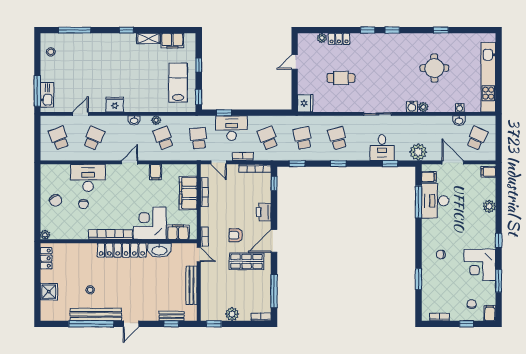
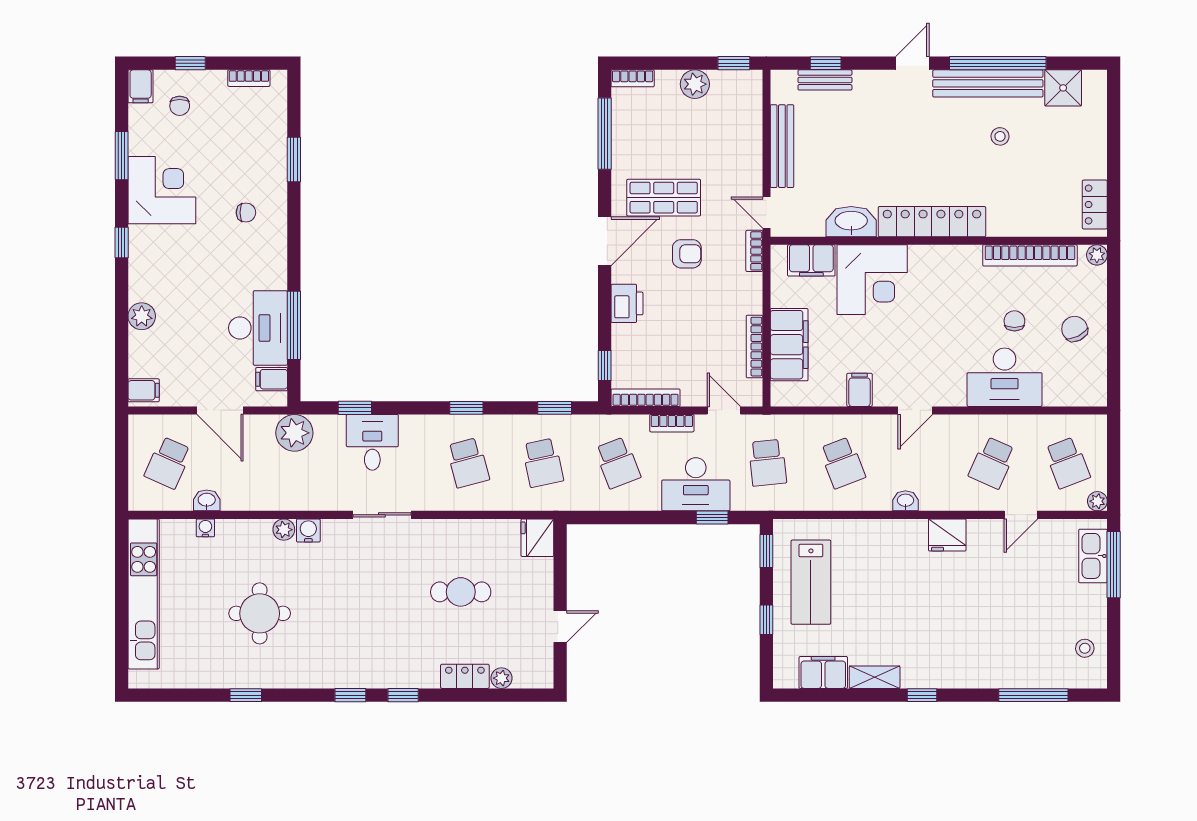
plant: (156, 120) -> (1097, 501), moved
bookcase: (110, 235) -> (1030, 255), moved
shower: (49, 292) -> (1063, 88), moved

